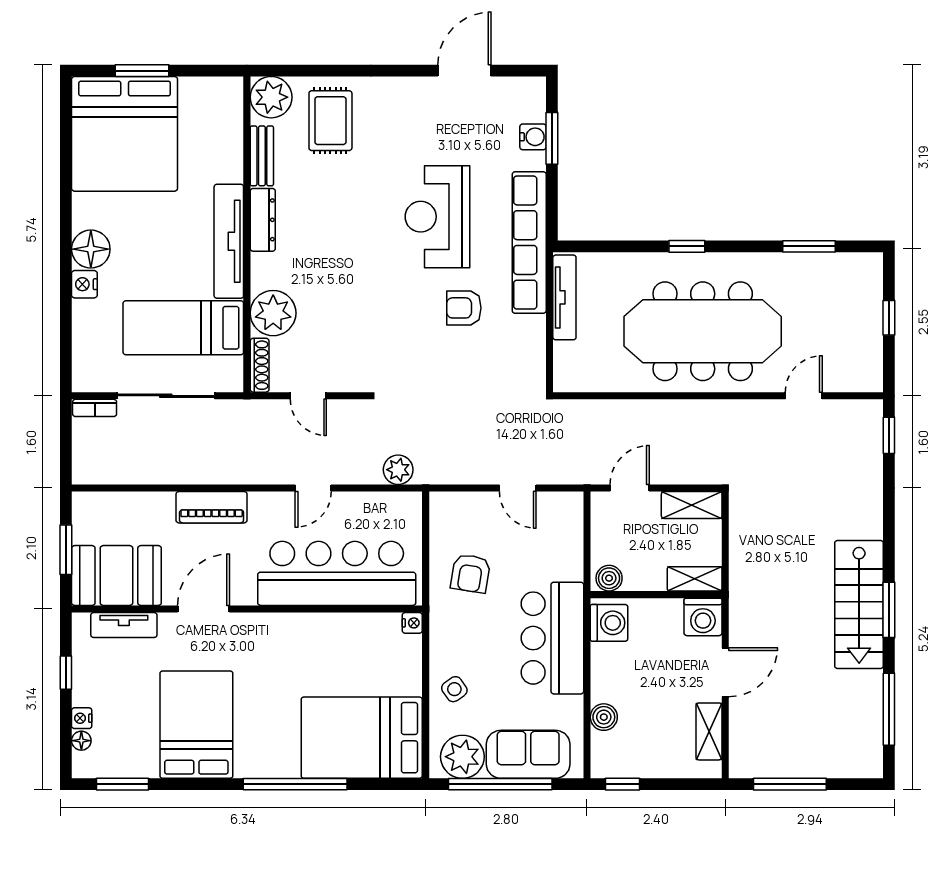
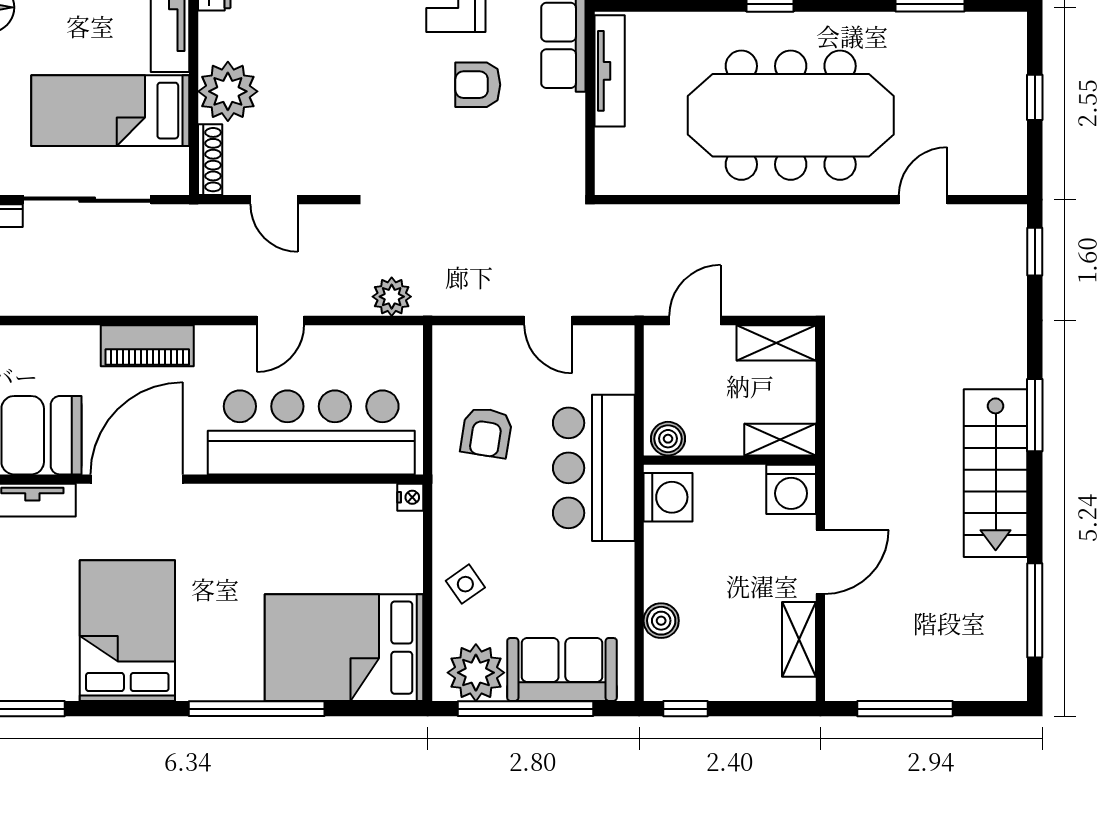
door: (204, 609) -> (137, 479), width x1.36
window: (889, 610) -> (1035, 415), moved
bar counter: (552, 638) -> (594, 468), moved

